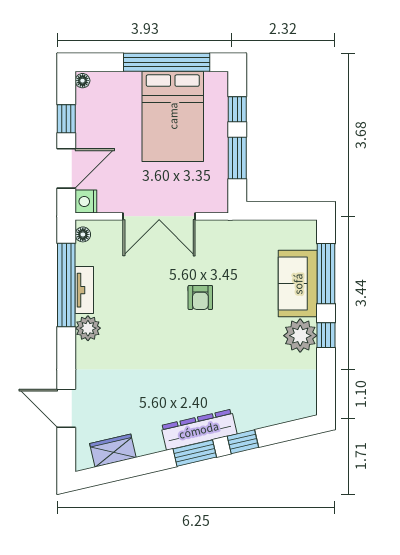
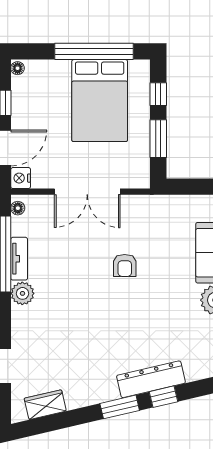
dresser: (199, 430) -> (151, 379), moved

